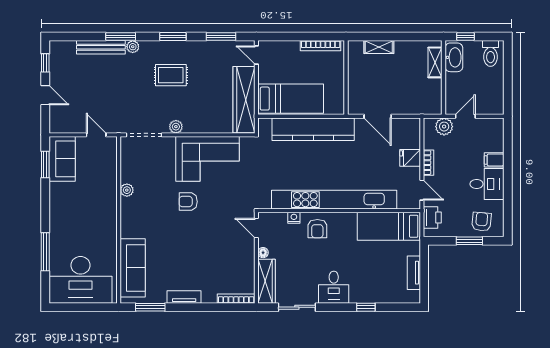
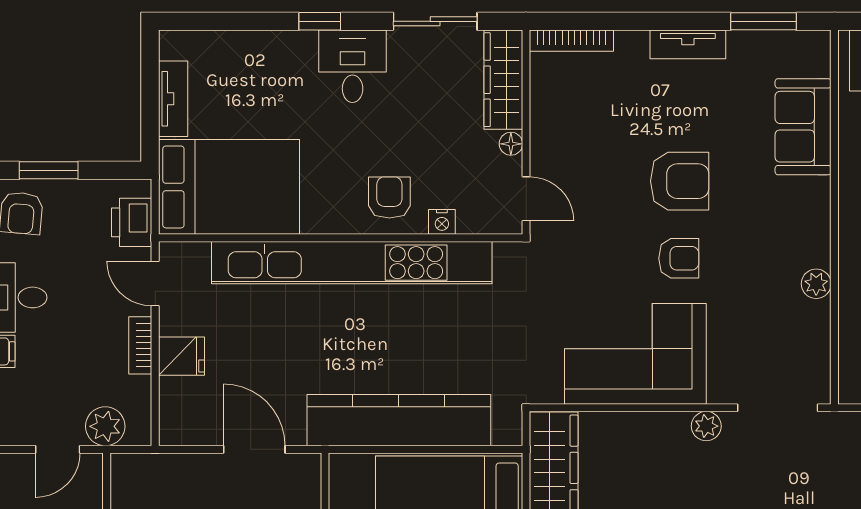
bed: (389, 226) -> (229, 187), width x1.50
armchair: (188, 236) -> (680, 181), added
sofa: (133, 268) -> (803, 127), width x0.73
window: (366, 307) -> (320, 21), moved

